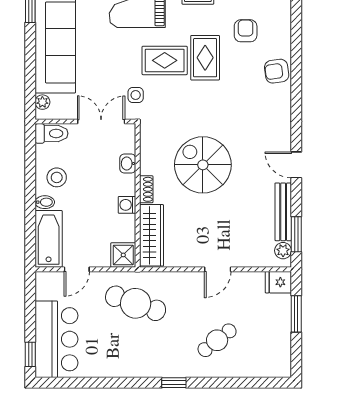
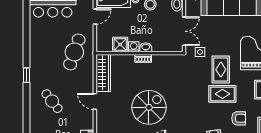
washbasin: (128, 164) -> (146, 47), moved
spiral stairs: (203, 165) -> (149, 107), moved
wardrobe: (151, 235) -> (103, 73), moved, turned -90
shower: (123, 255) -> (120, 45), moved
door: (77, 269) -> (95, 16), swing flipped

